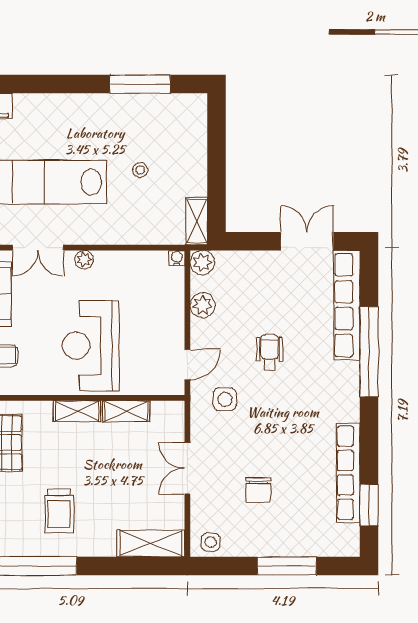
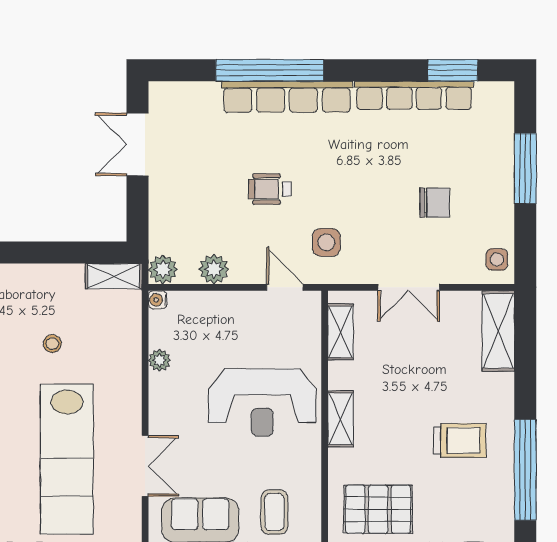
plant: (84, 260) -> (159, 360), moved
row of seats: (347, 305) -> (287, 97), moved
shelving: (126, 411) -> (340, 332), moved

